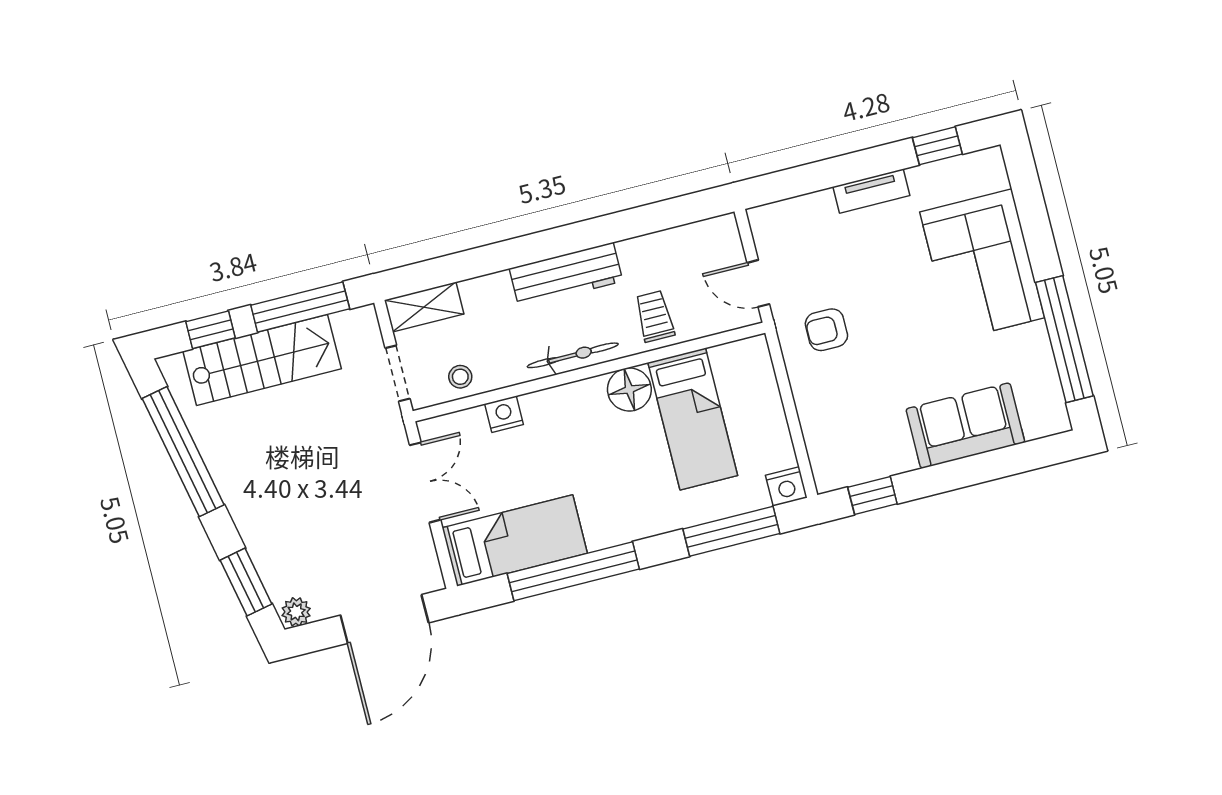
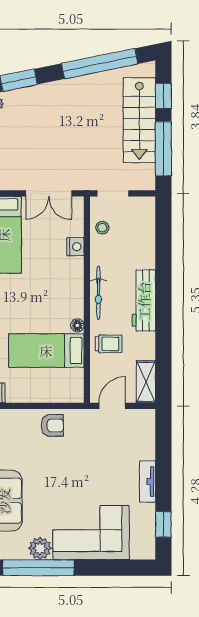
shelving: (424, 307) -> (146, 382), moved
armchair: (826, 330) -> (52, 425), moved, turned 90
plant: (1031, 345) -> (40, 548), added
floor lamp: (629, 389) -> (77, 325), width x0.53, depth x0.53

